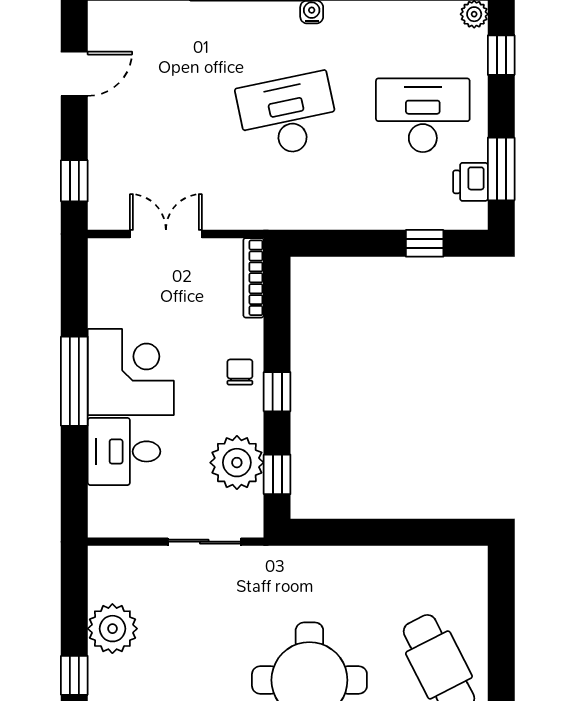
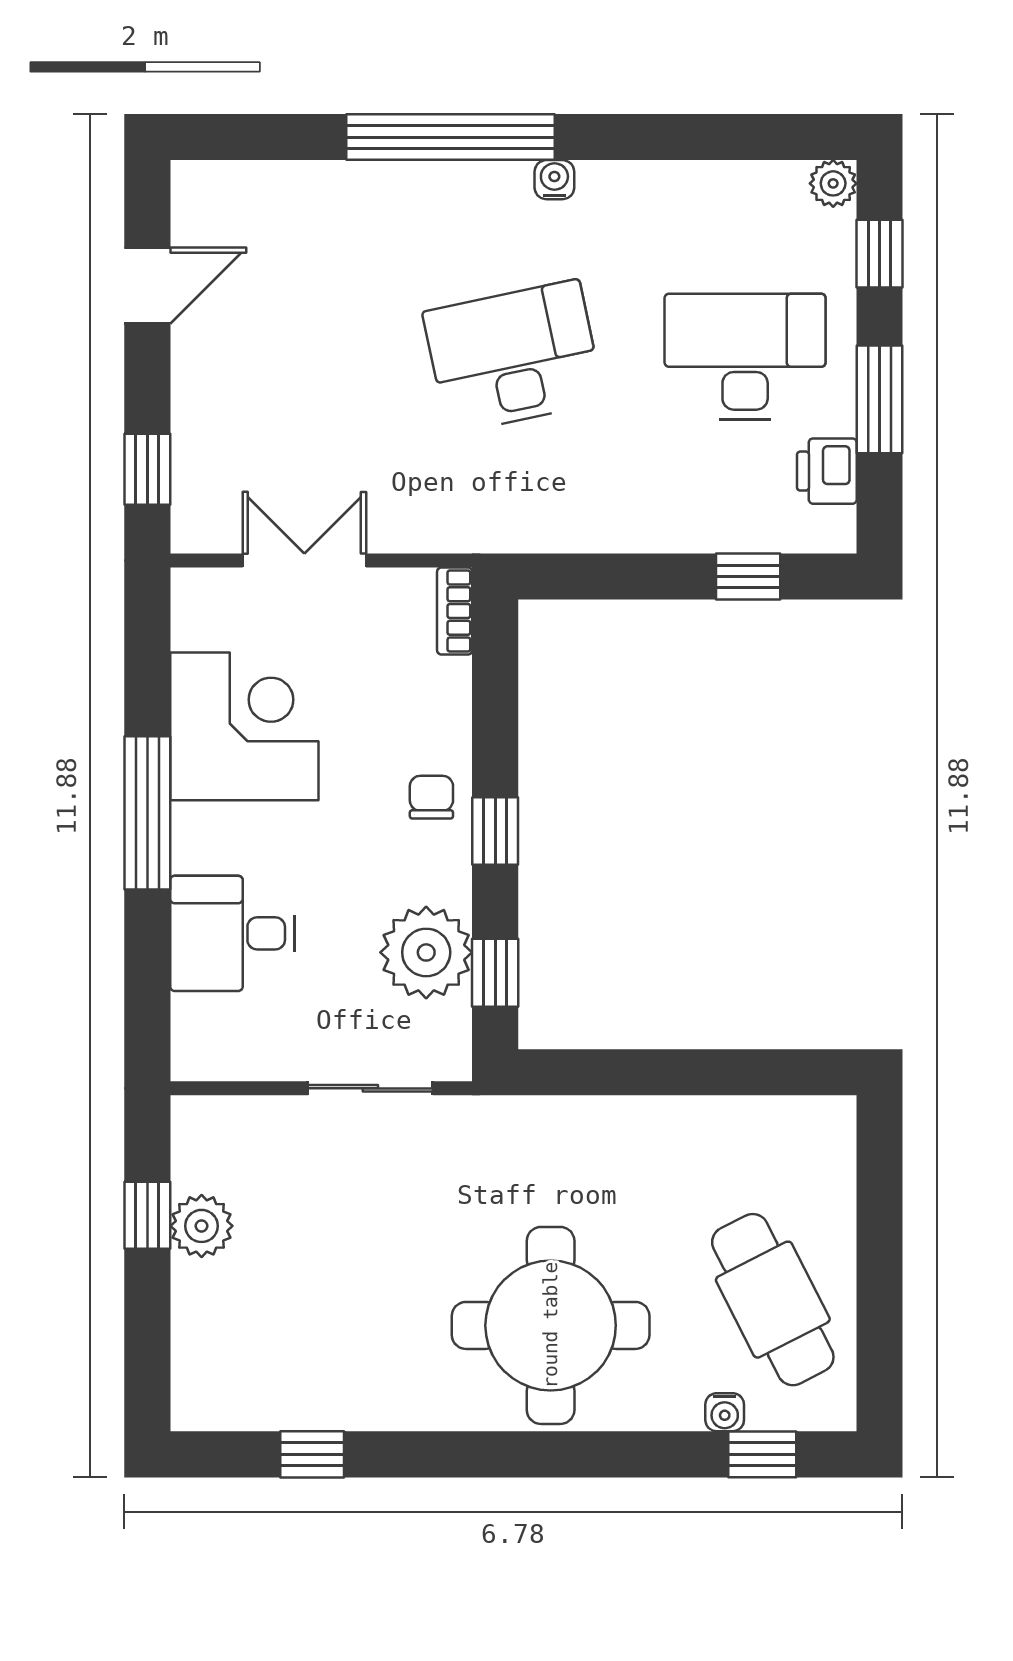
window: (501, 169) -> (880, 399), moved
bookcase: (254, 278) -> (455, 611), width x0.64
corner desk: (131, 372) -> (244, 726), moved
plant: (112, 629) -> (202, 1226), width x0.73, depth x0.73
window: (74, 675) -> (147, 1215), moved

